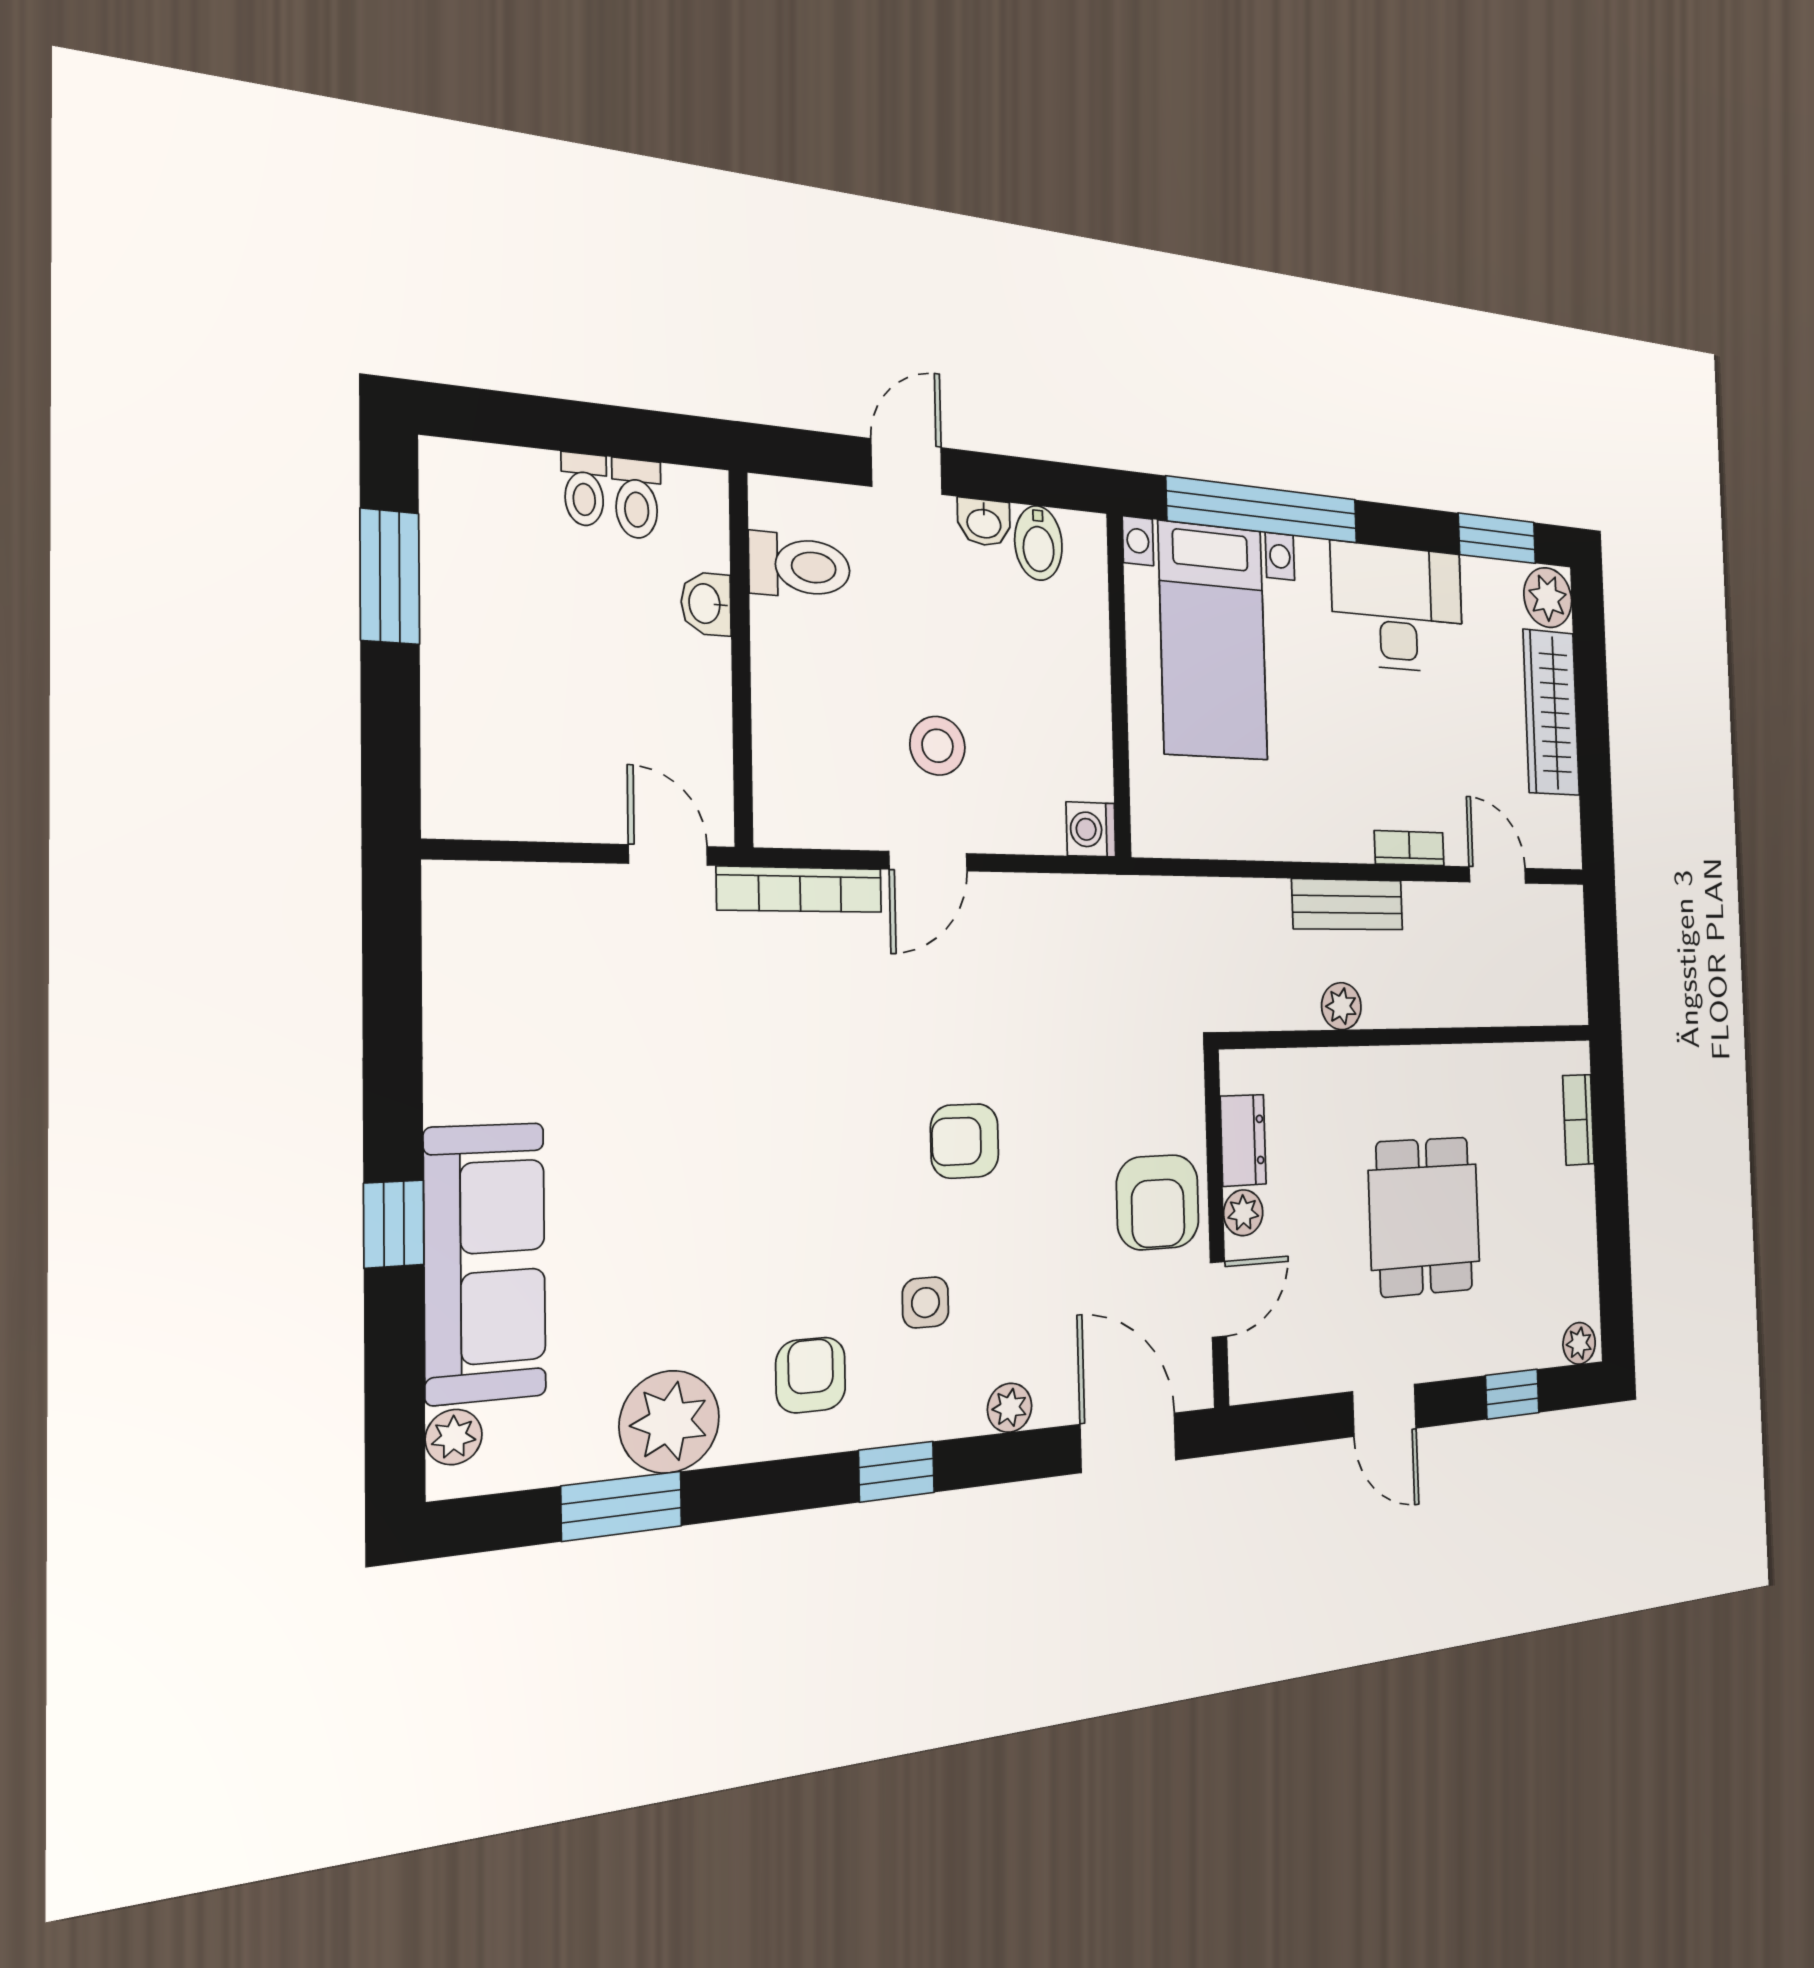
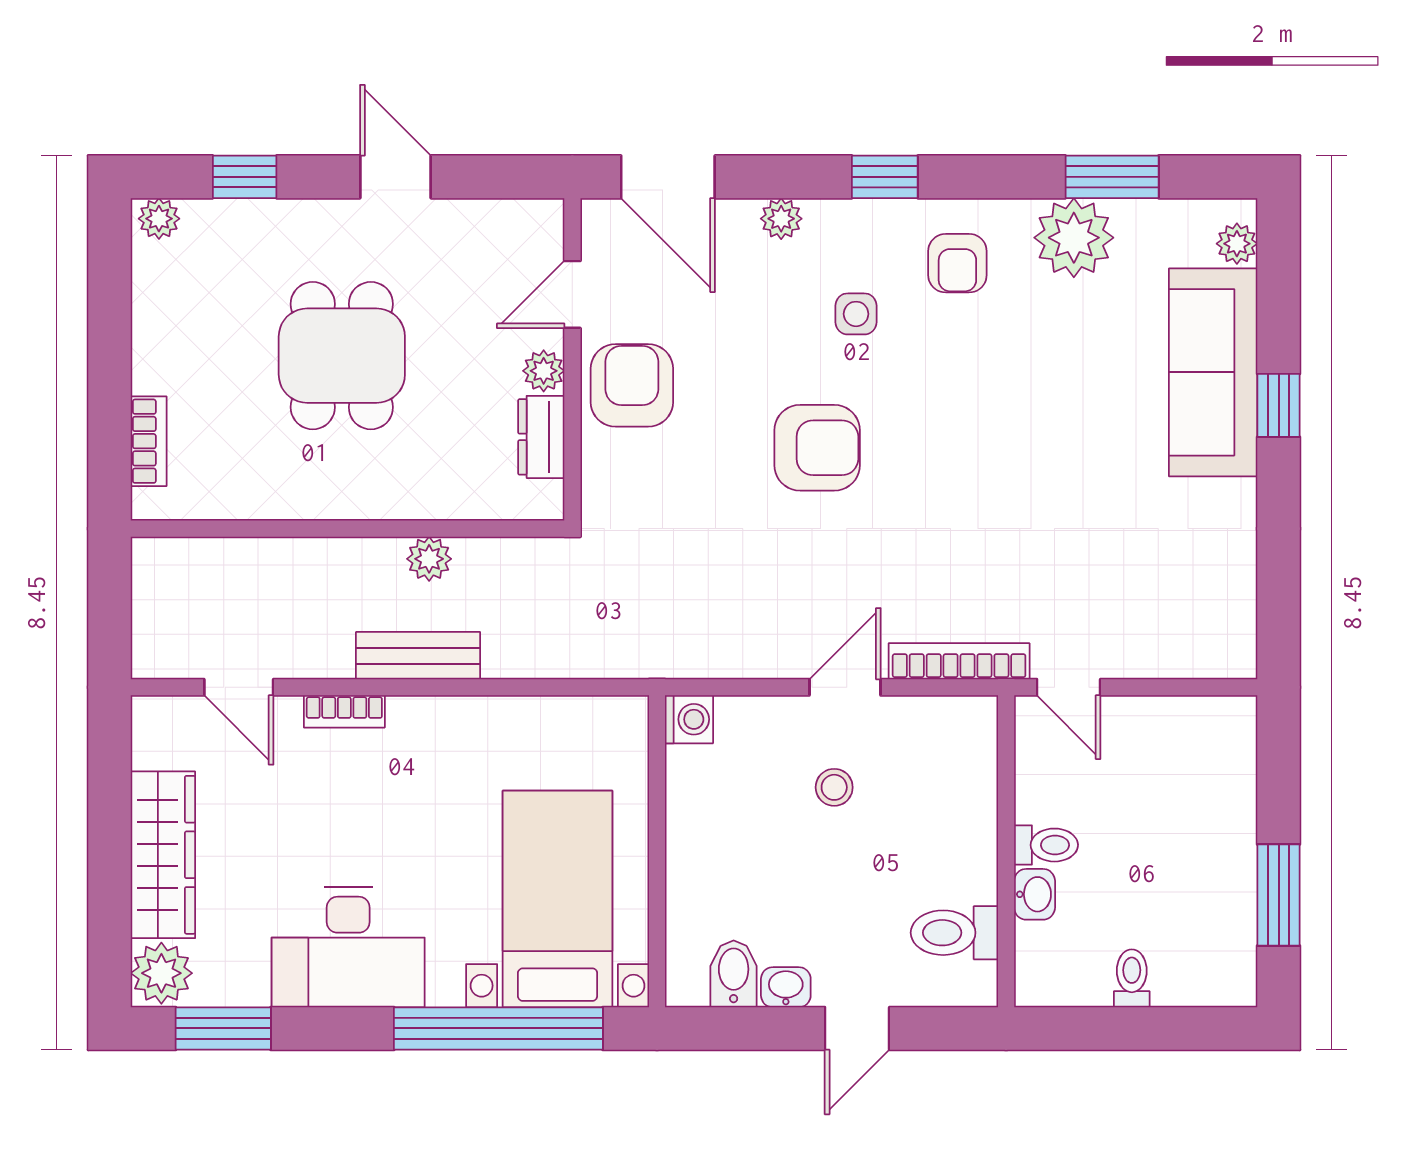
toilet: (637, 499) -> (1046, 845), moved, turned 90
stool: (938, 746) -> (834, 787), width x0.73, depth x0.73
armchair: (965, 1141) -> (817, 448), width x1.38, depth x1.38

